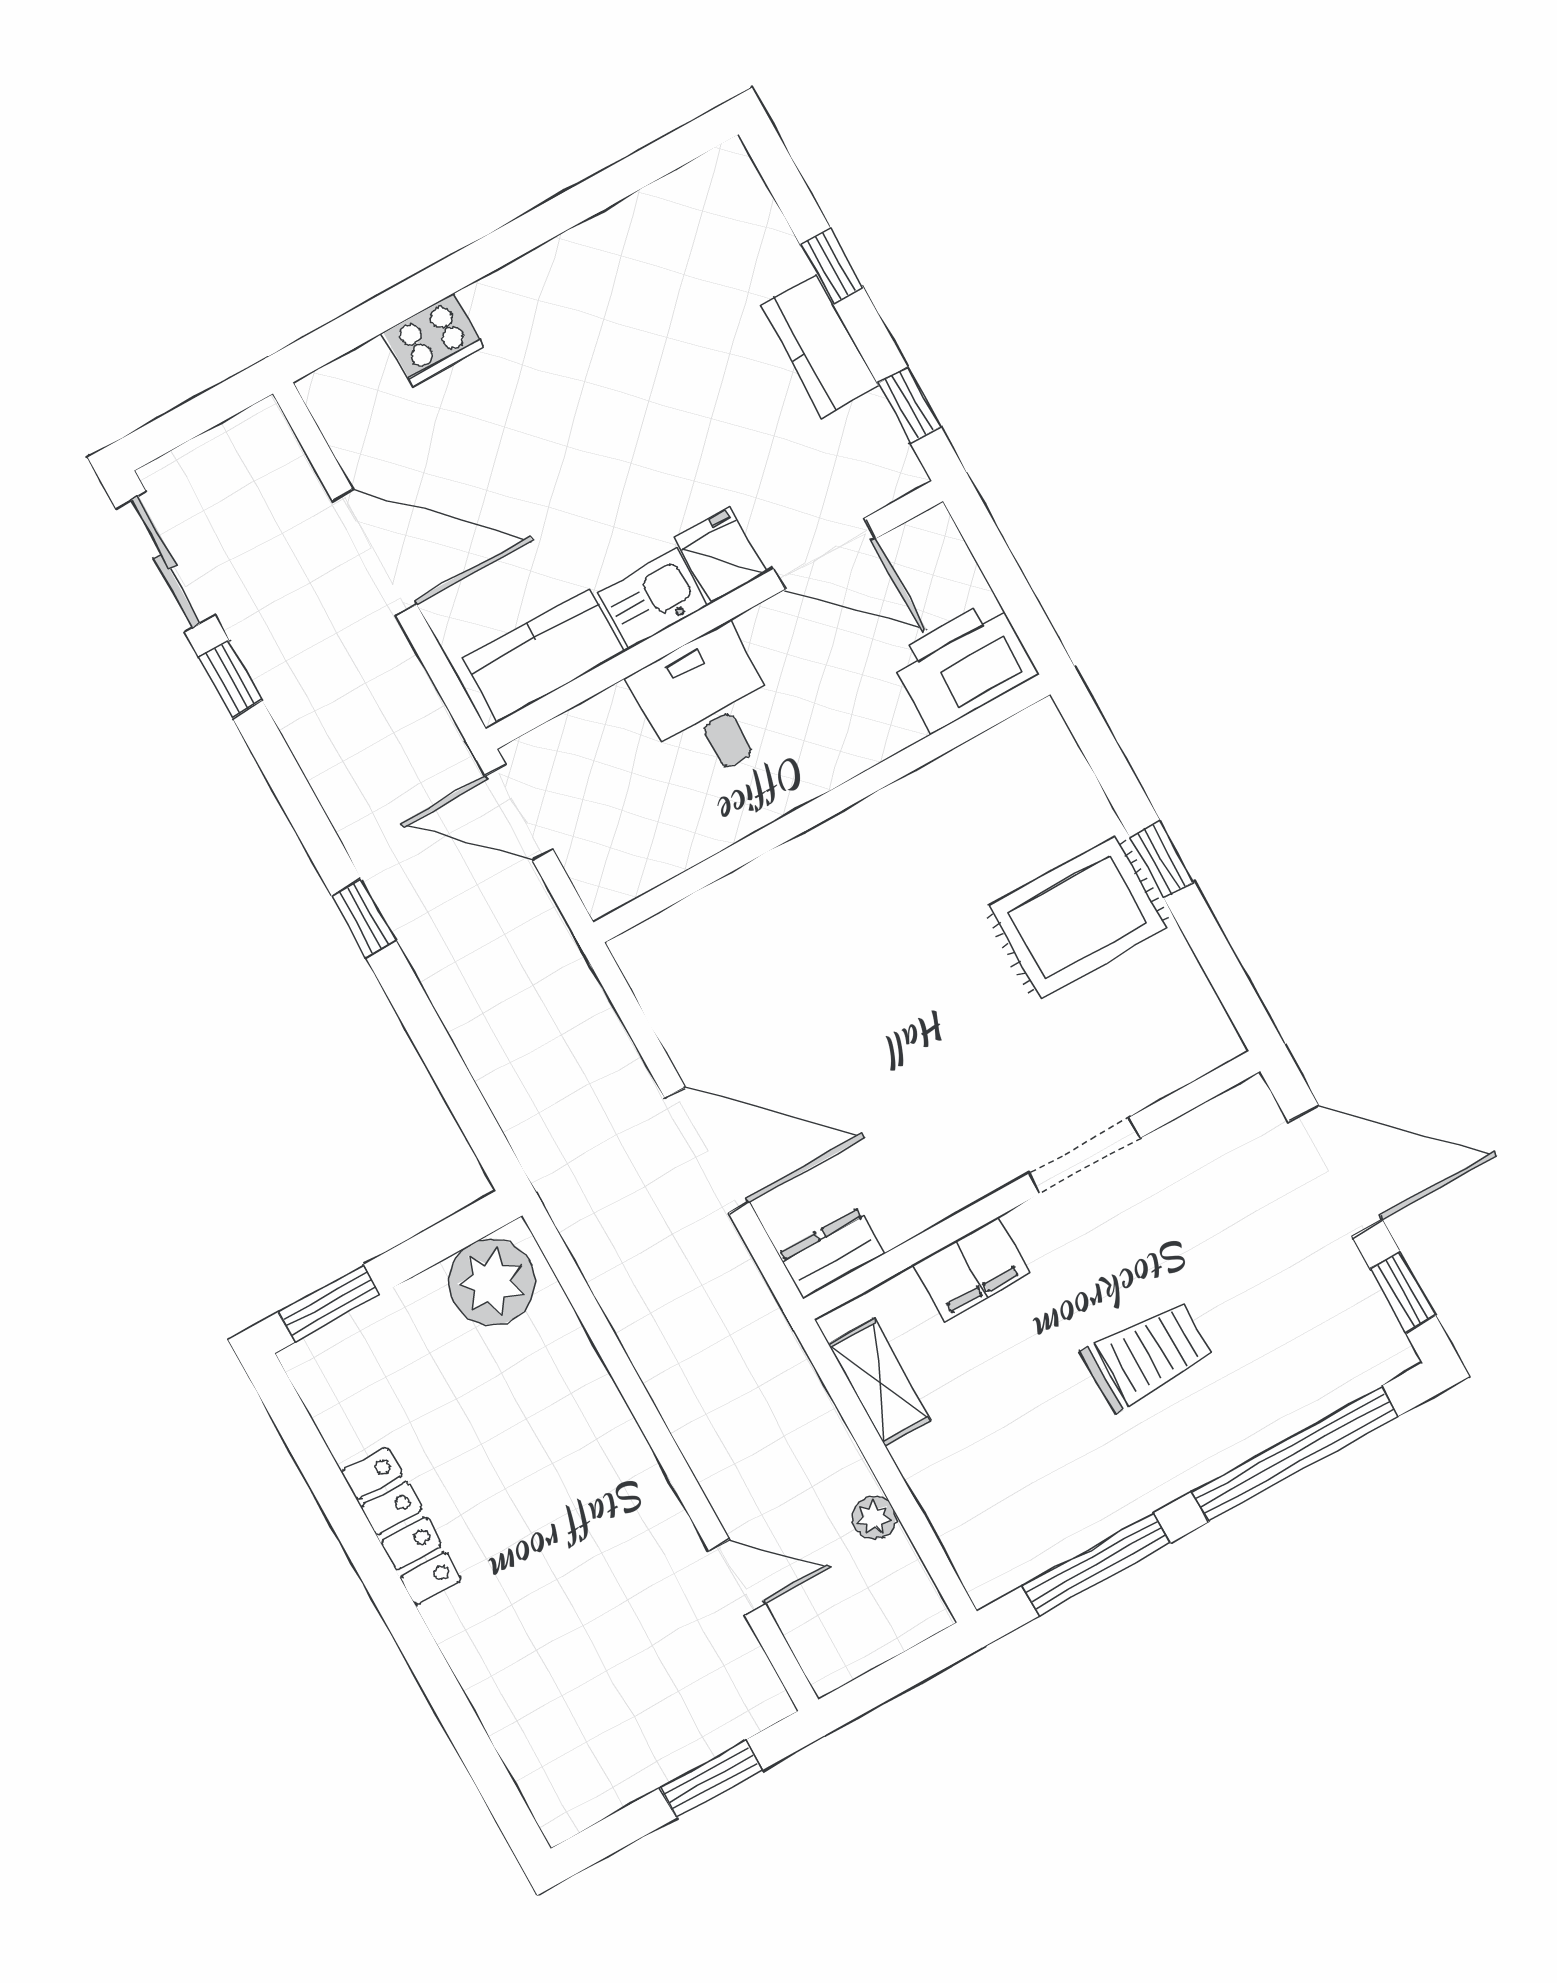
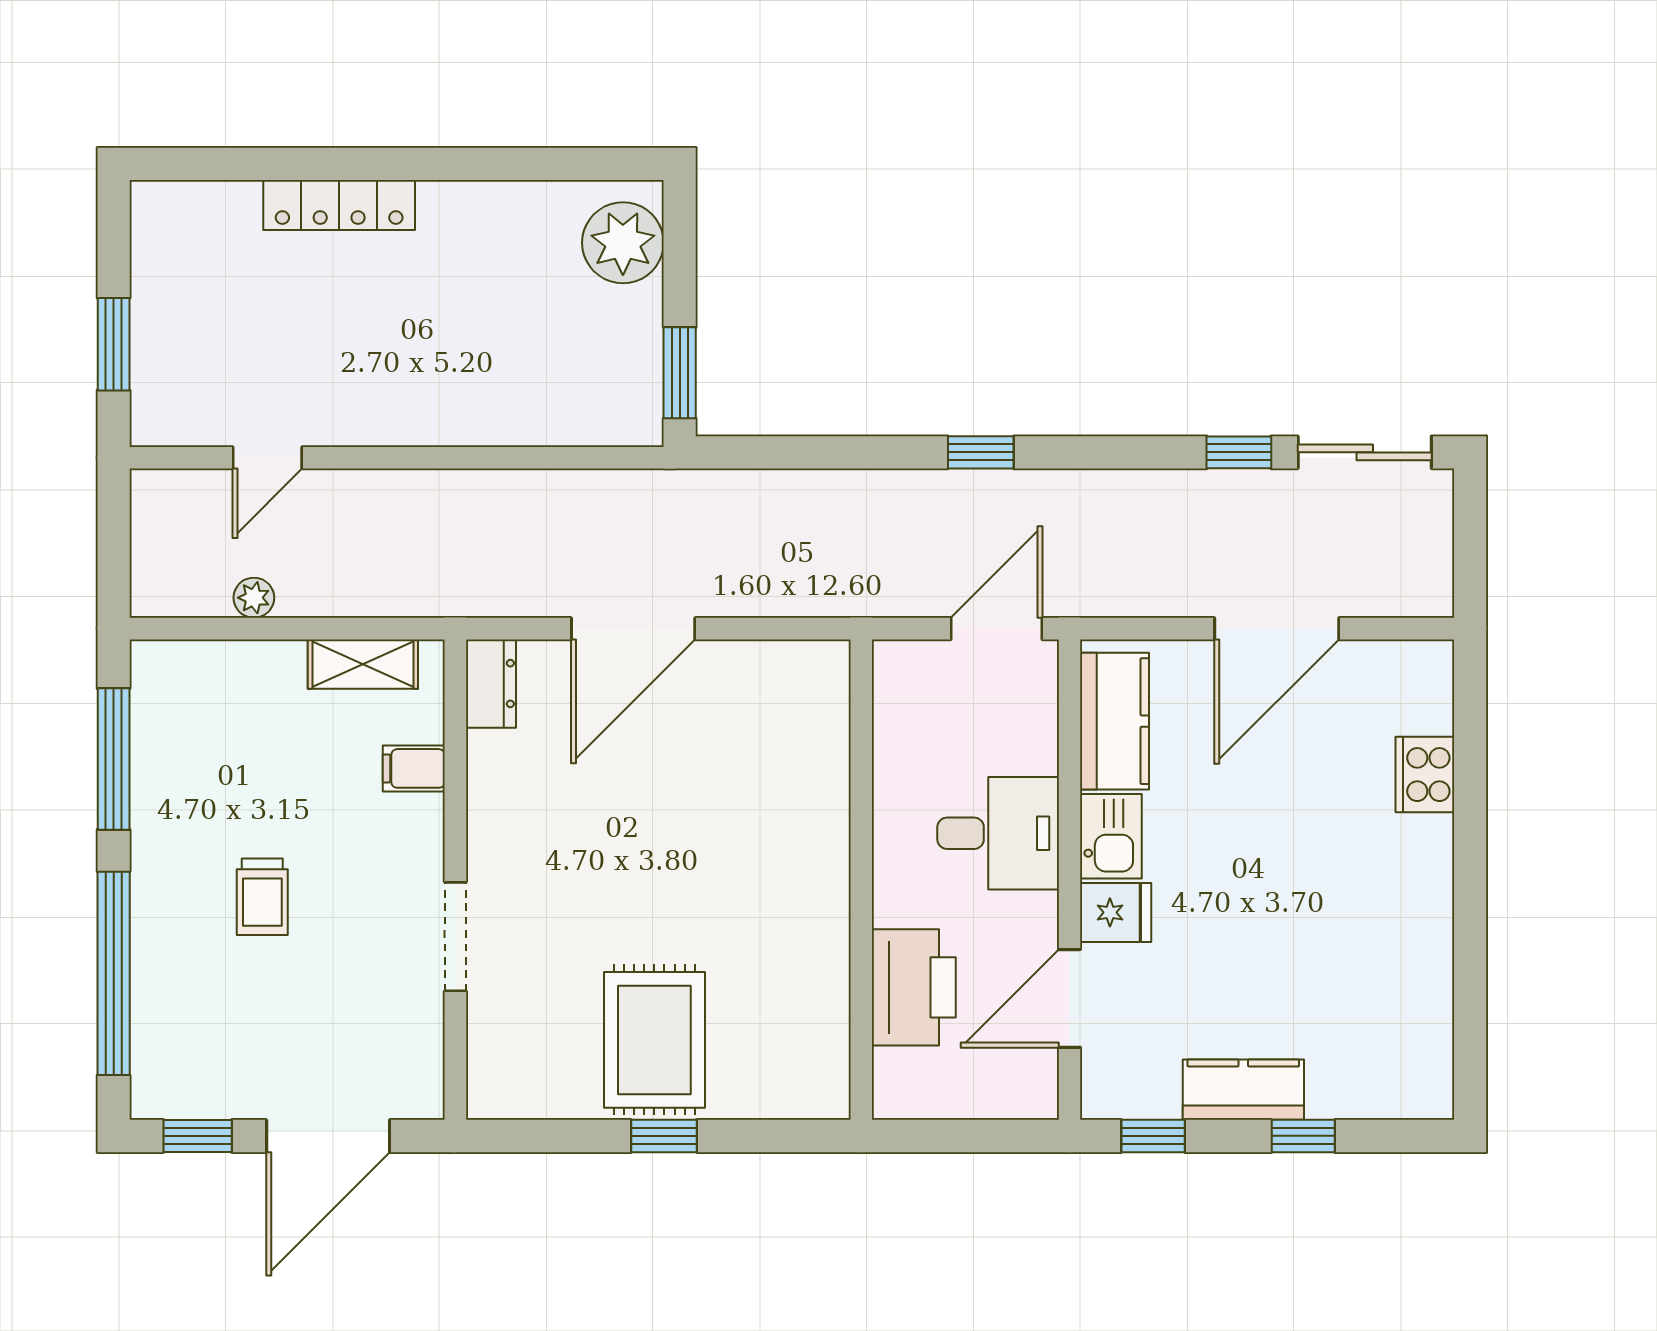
printer: (964, 666) -> (914, 987), moved
filing cabinet: (971, 1269) -> (414, 768), width x0.50
plant: (492, 1282) -> (623, 243), moved
window: (329, 1303) -> (680, 373), moved
trolley: (1147, 1355) -> (262, 897), width x0.73, depth x0.72
locker: (401, 1526) -> (339, 205), moved

